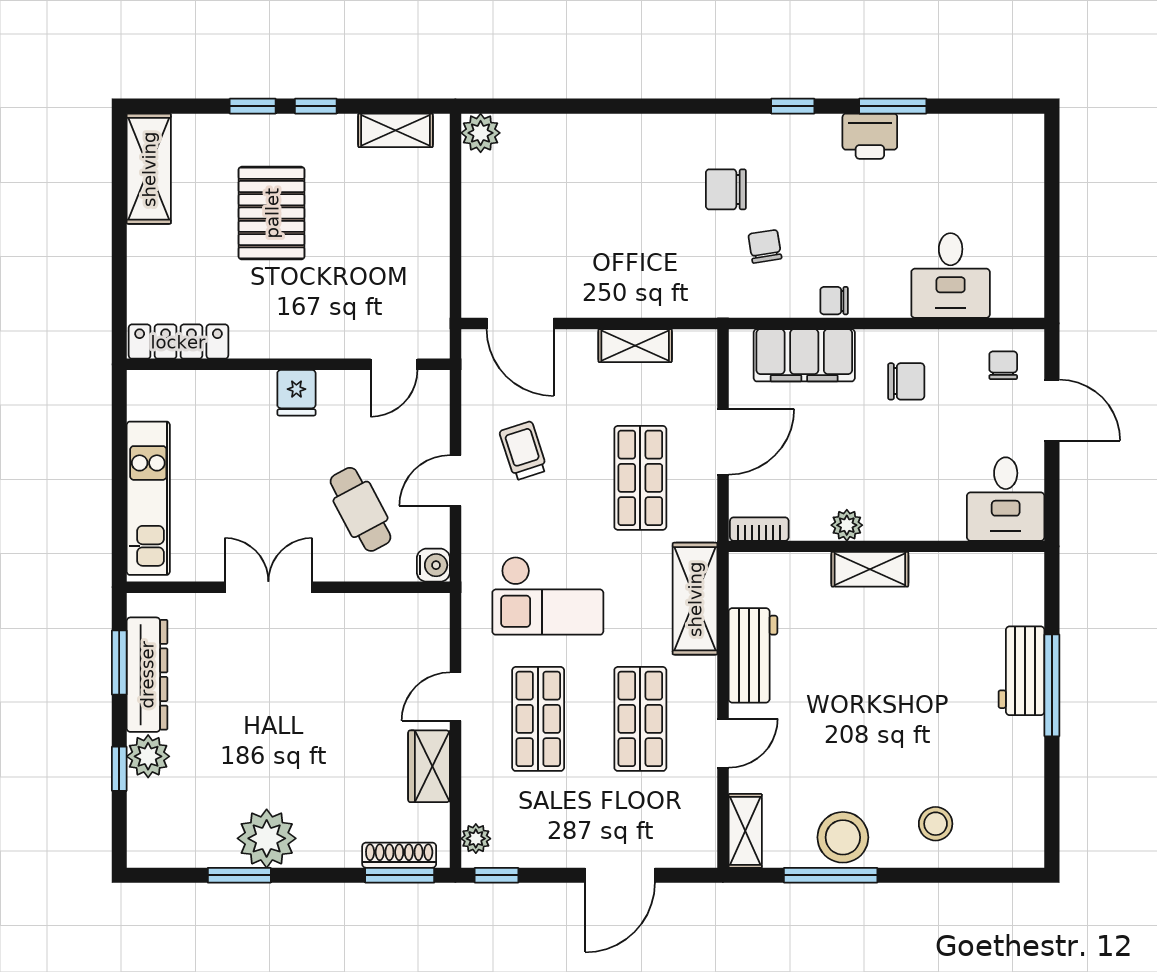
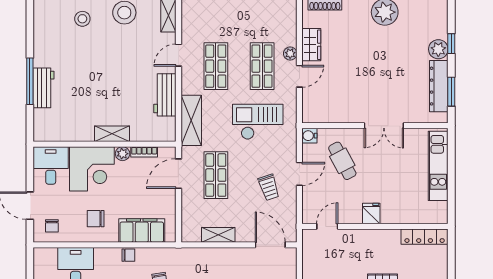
door: (723, 442) -> (178, 174), moved
corner desk: (915, 492) -> (92, 169), added
bookcase: (759, 529) -> (144, 152), moved
plant: (476, 839) -> (290, 54), moved

